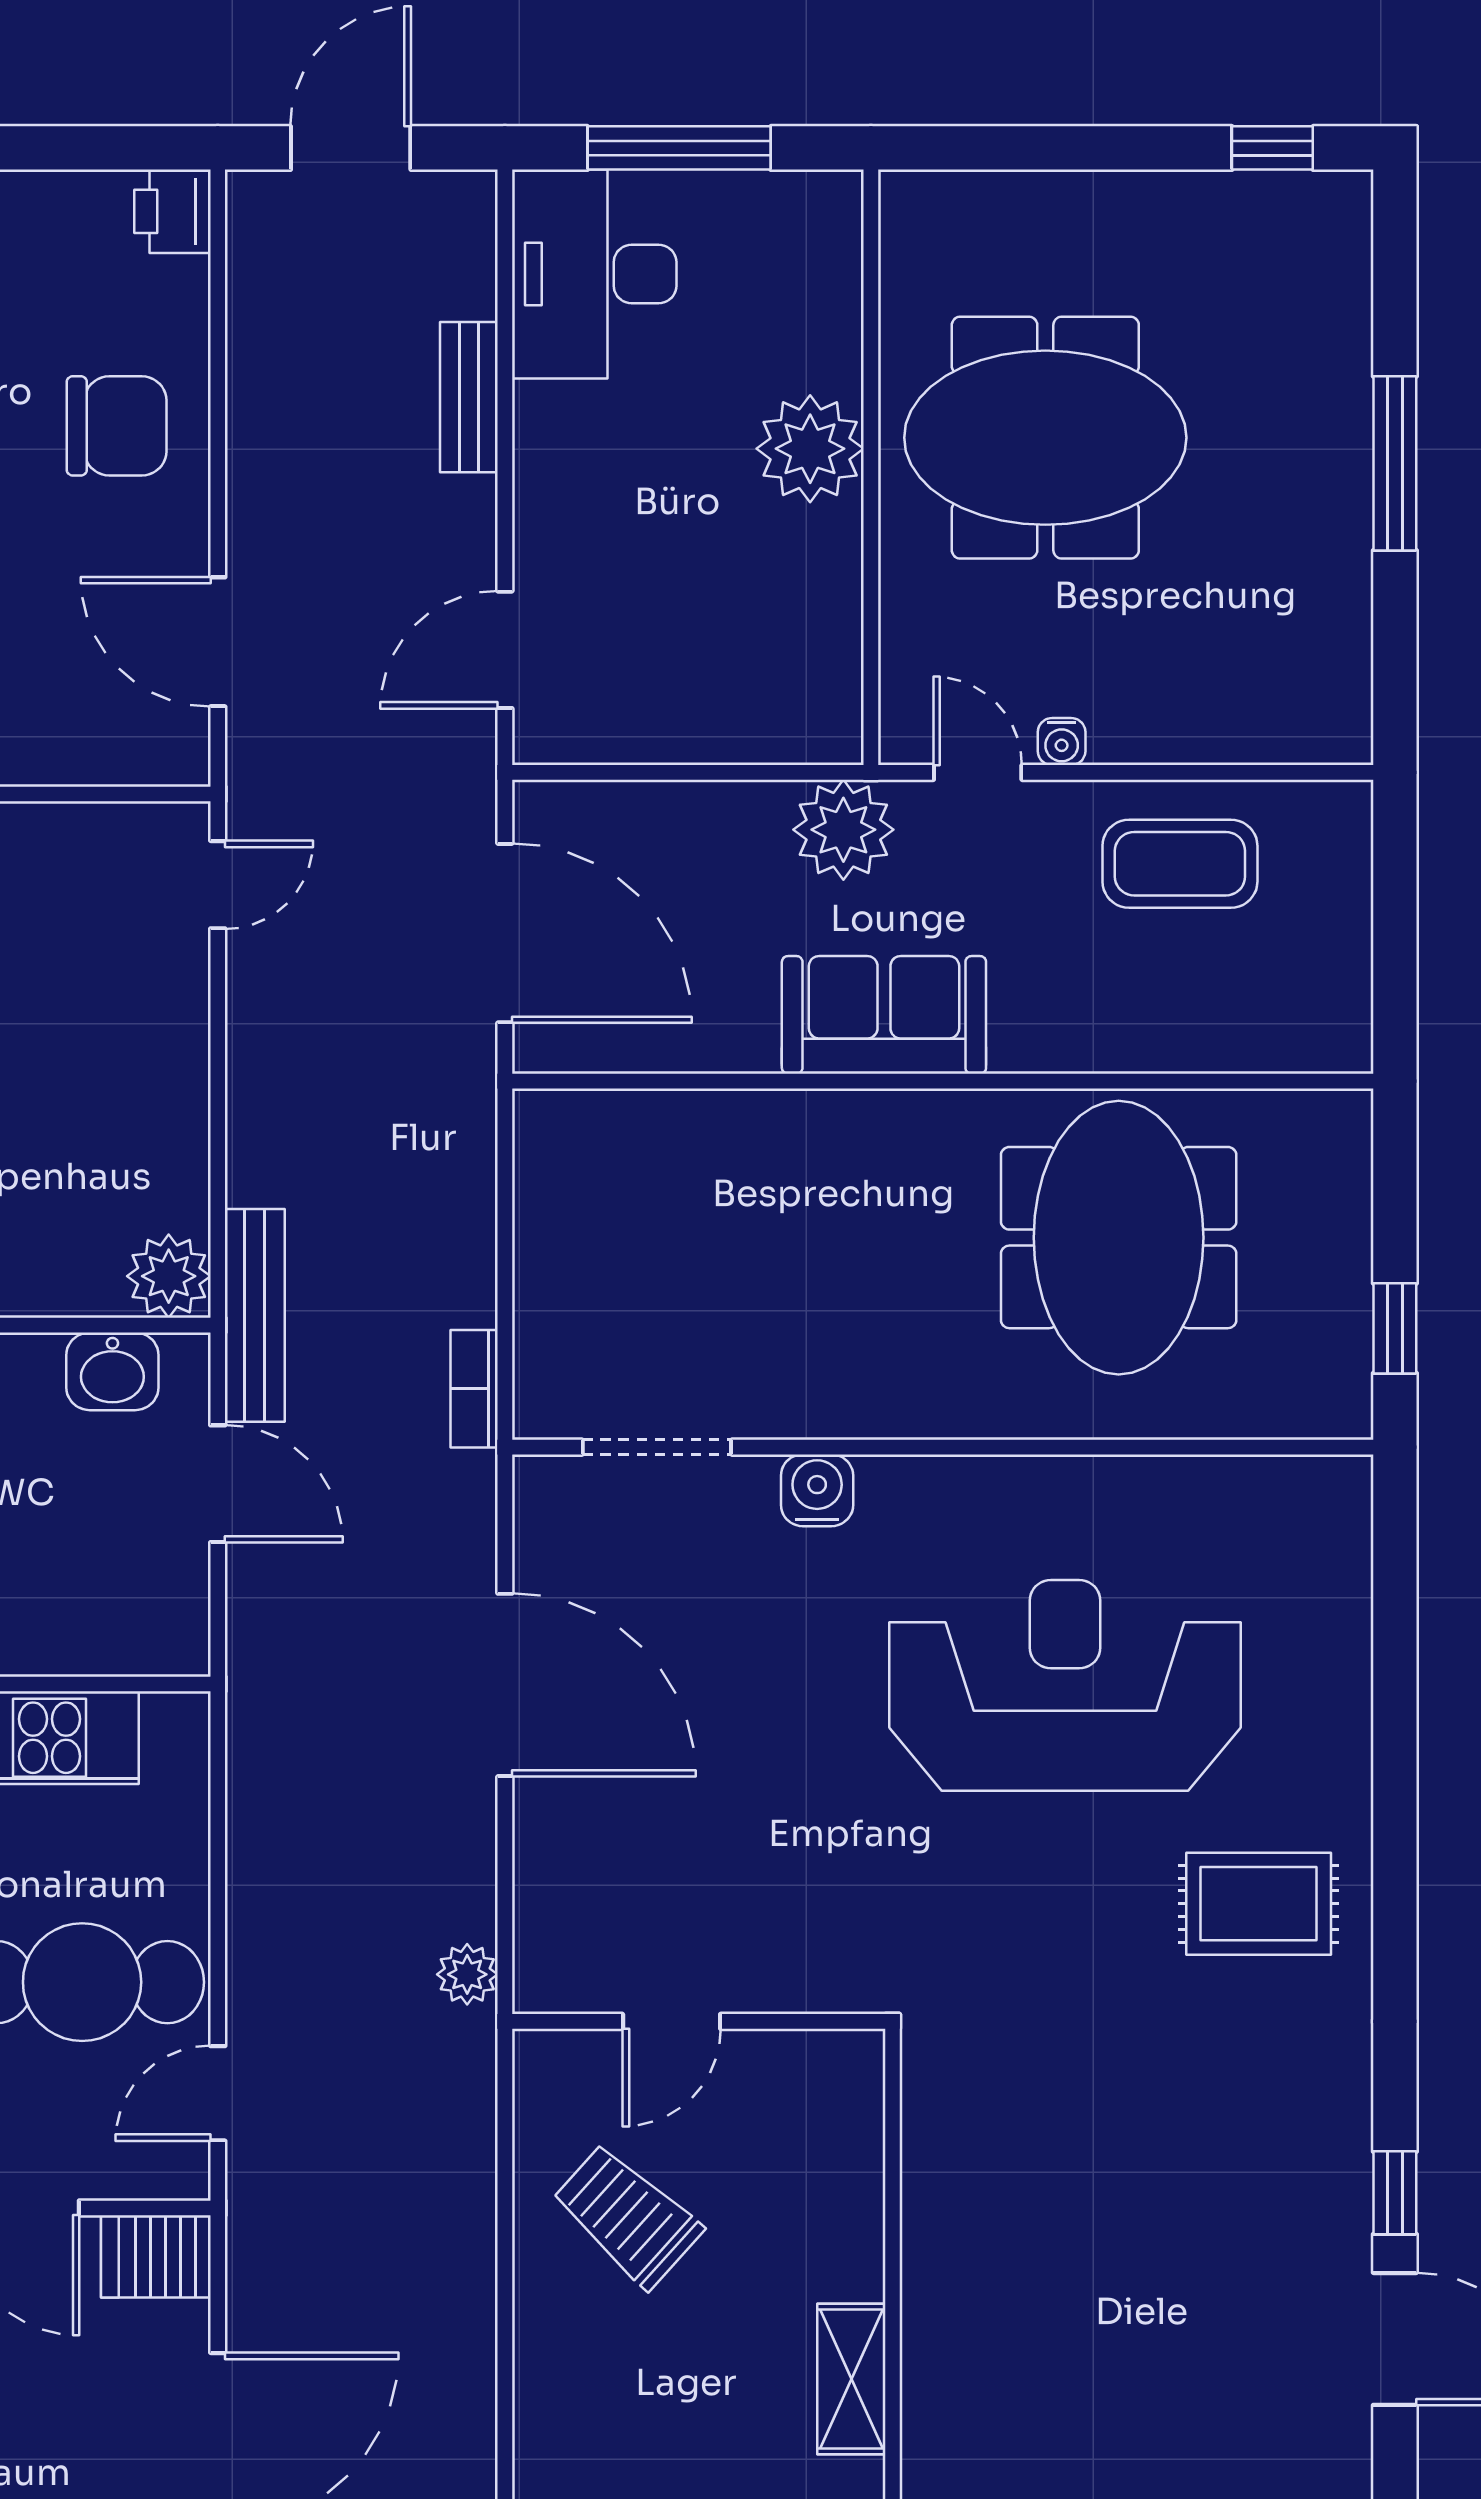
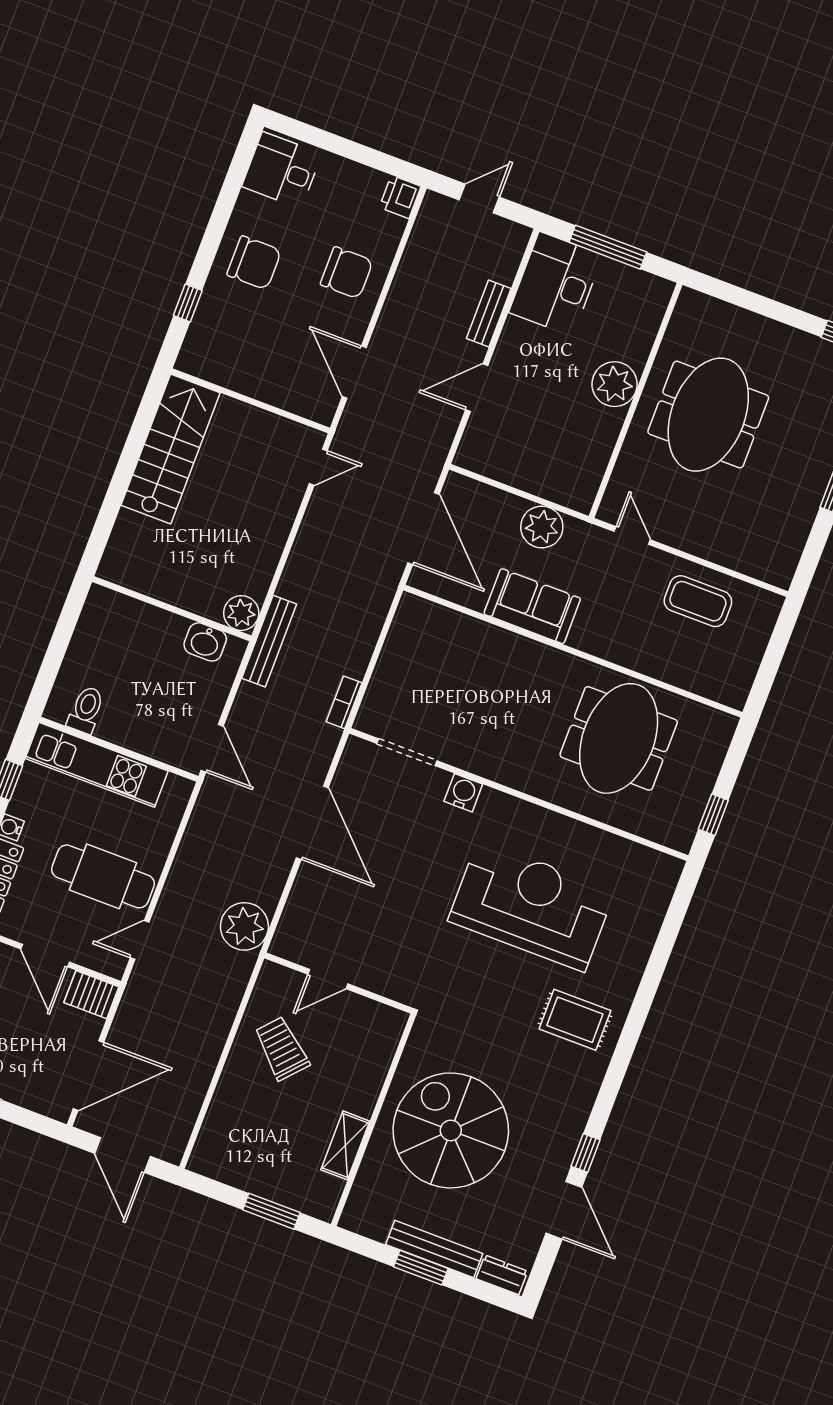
door: (351, 148) -> (479, 199), width x0.73
meeting table: (1045, 438) -> (708, 415), turned 90
door: (505, 650) -> (477, 388), moved
water cooler: (1062, 742) -> (670, 536), removed
plant: (843, 830) -> (542, 527), moved
sofa: (884, 1015) -> (532, 606), moved
door: (218, 1484) -> (212, 748), moved
plant: (467, 1974) -> (244, 926), width x1.87, depth x1.87
spiral stairs: (1075, 2256) -> (451, 1130), added

